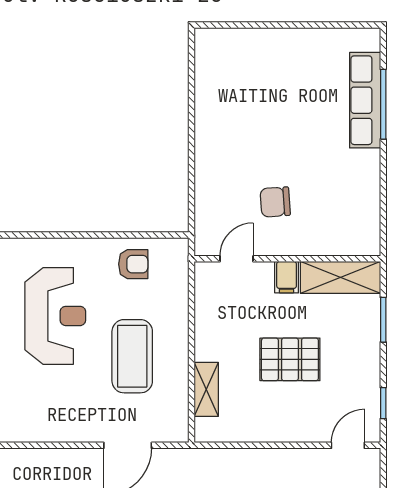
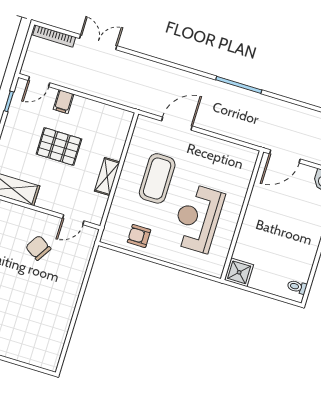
chair: (275, 202) -> (38, 248), turned -144
filing cabinet: (287, 277) -> (63, 102), moved, turned 180
shelving: (206, 389) -> (107, 177), moved

